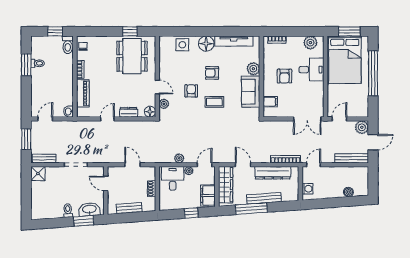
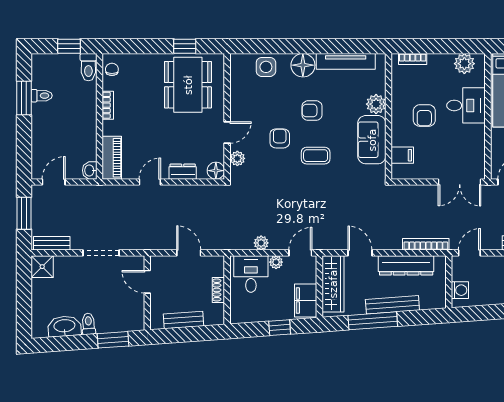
door: (157, 87) -> (227, 133), hinge flipped
piano: (83, 93) -> (112, 158), moved
washbasin: (89, 209) -> (64, 326), moved

